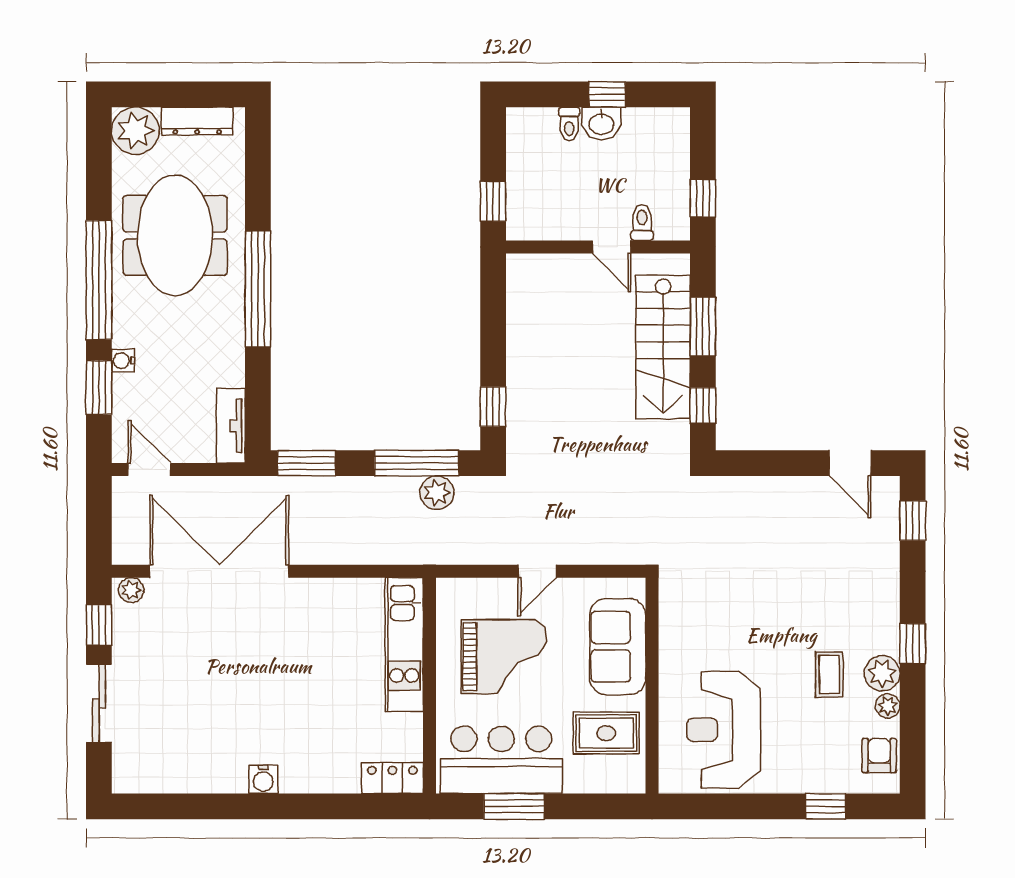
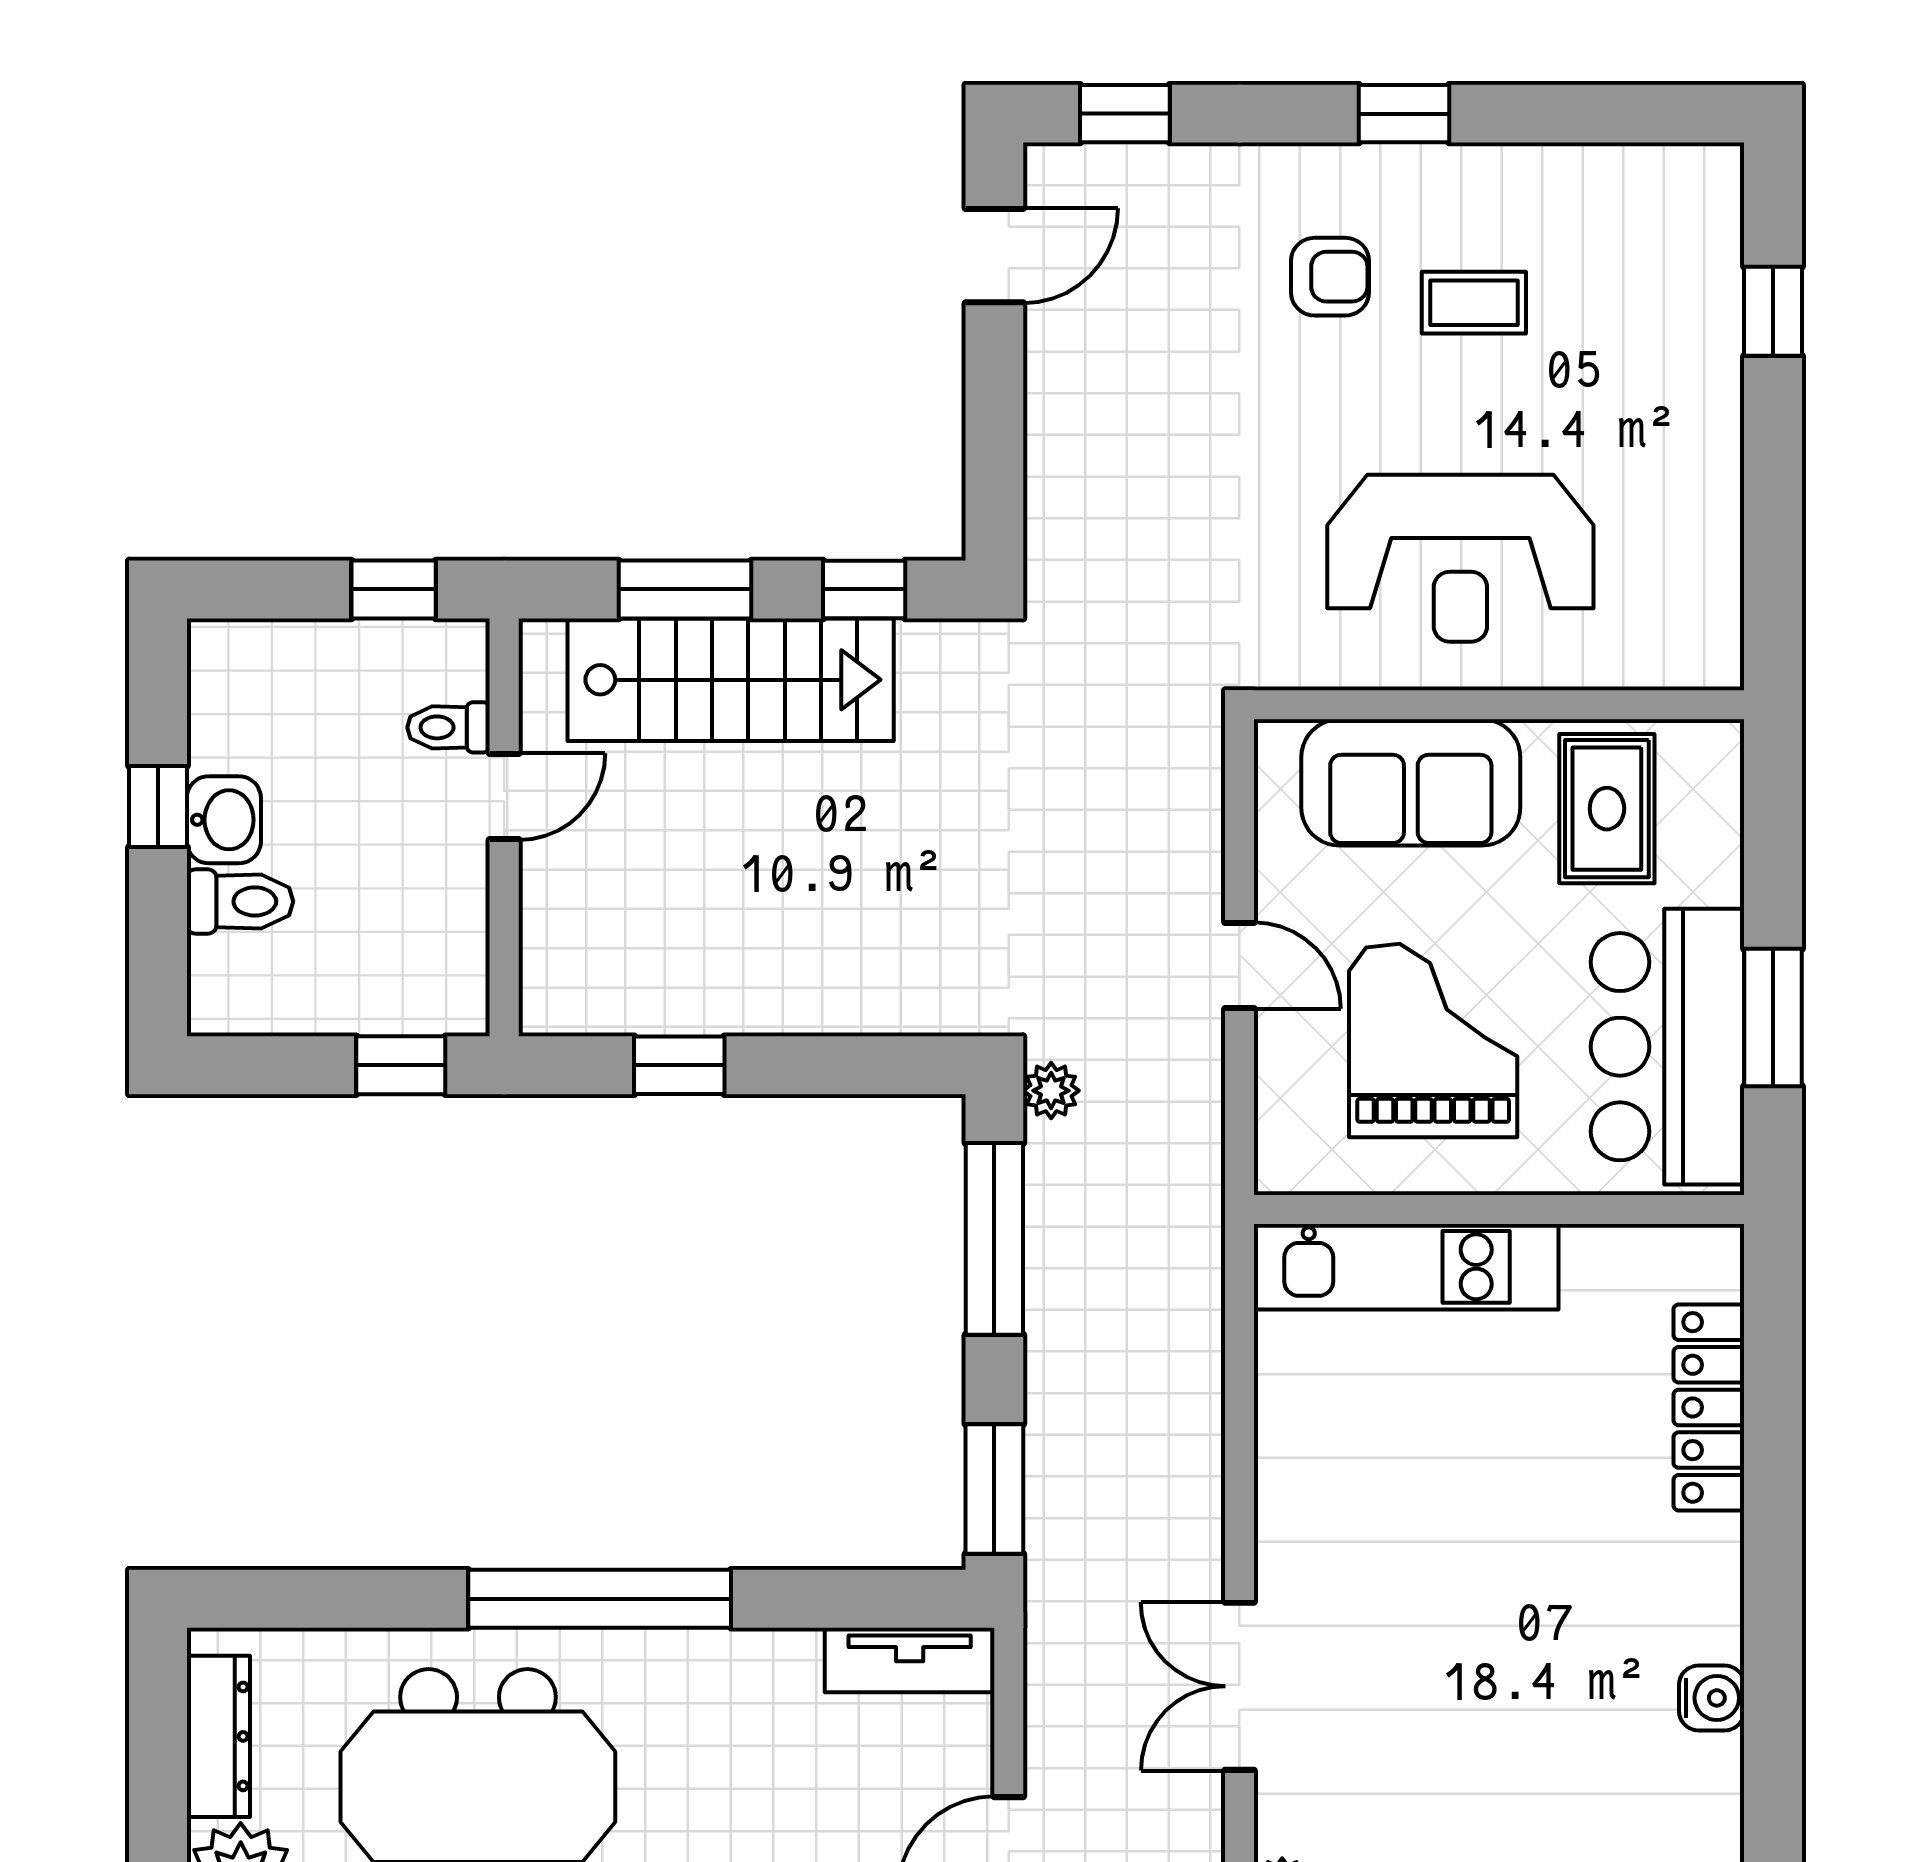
toilet: (569, 124) -> (240, 901), width x1.37, depth x1.39
window: (493, 407) -> (679, 1065), moved
plant: (437, 493) -> (1051, 1091), moved, width x0.73, depth x0.73
double door: (219, 571) -> (1239, 1686), width x0.54
plant: (882, 673) -> (1471, 183), removed
plant: (888, 706) -> (1545, 170), removed
reception desk: (723, 730) -> (1460, 558), moved
armchair: (879, 756) -> (1330, 277), moved, turned 180
locker: (392, 778) -> (1709, 1407), moved, width x1.53
water cooler: (263, 779) -> (1712, 1698), moved

